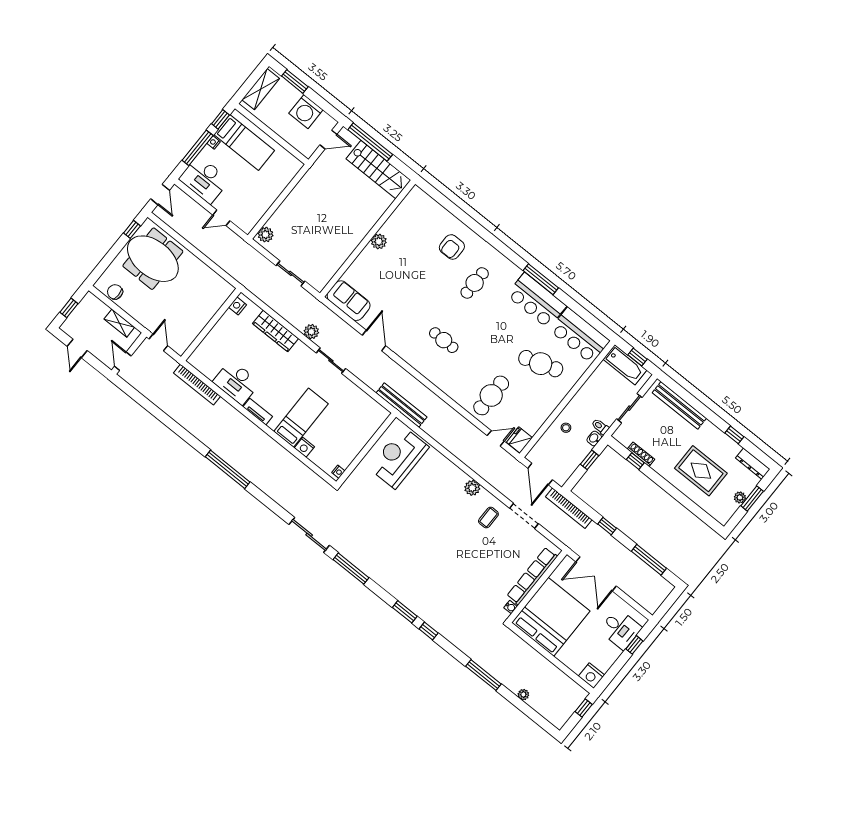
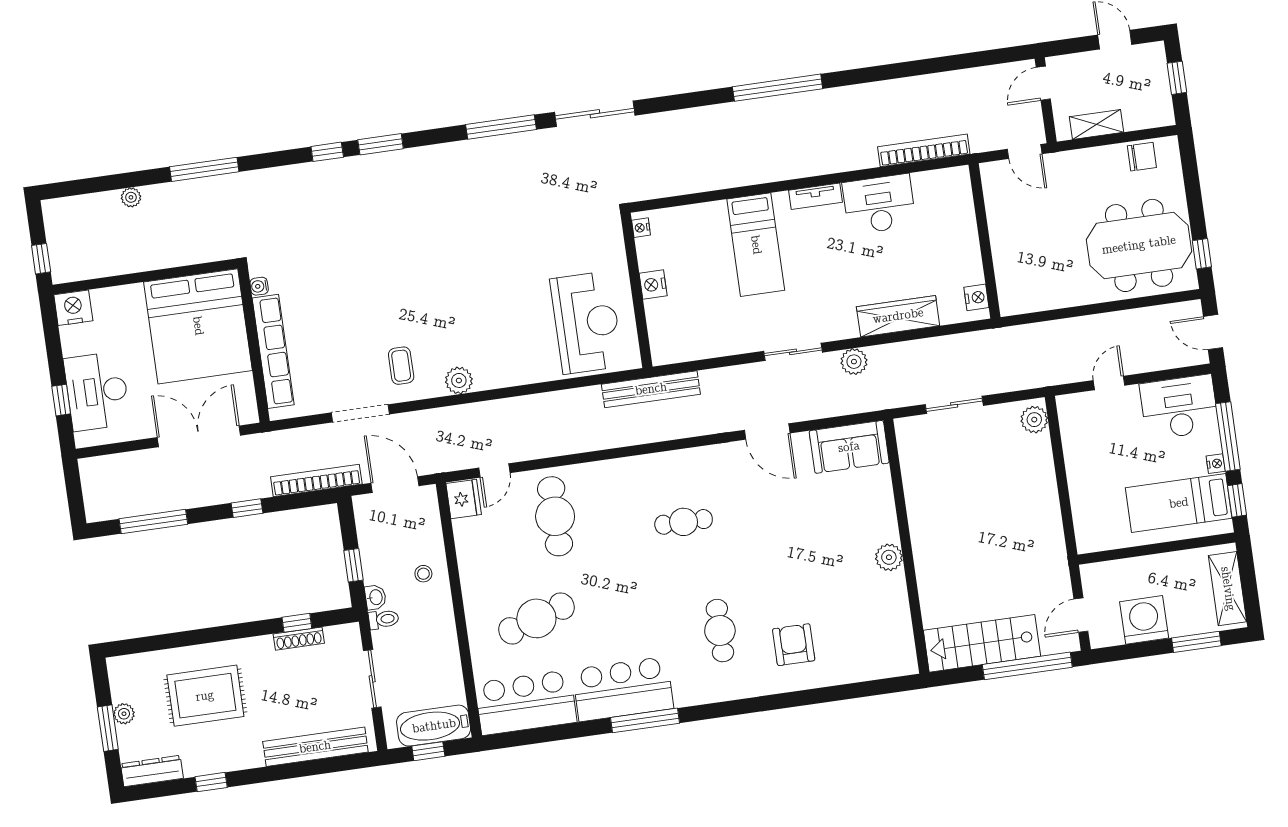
door: (123, 361) -> (1043, 83), swing flipped
nightstand: (304, 447) -> (653, 285), moved, turned -90
desk: (620, 629) -> (97, 391), width x1.37

